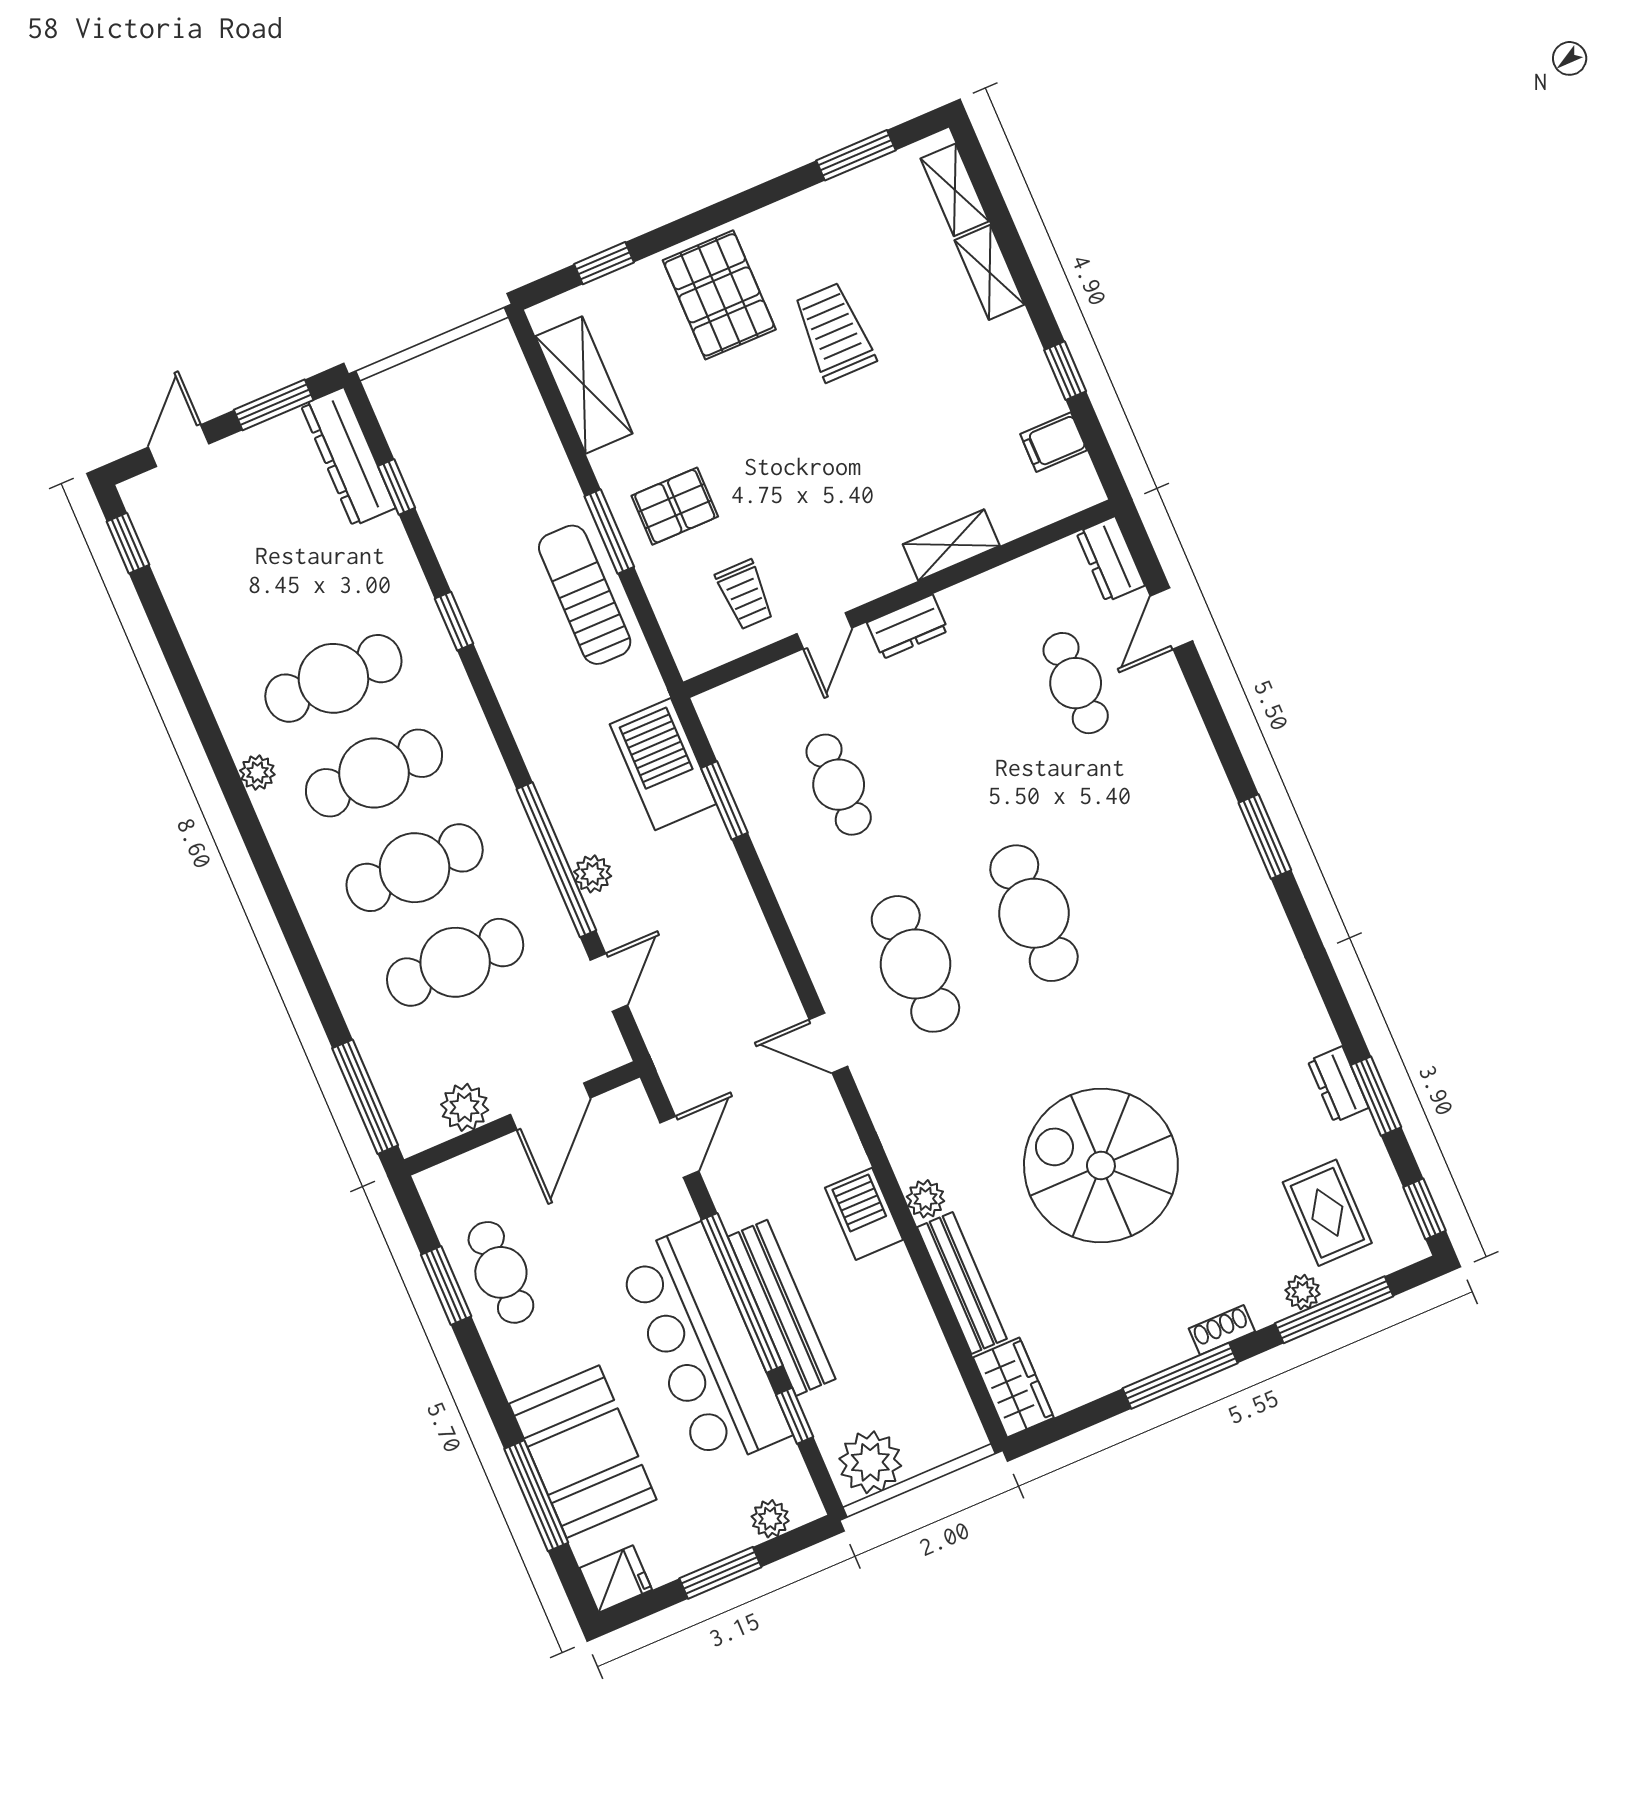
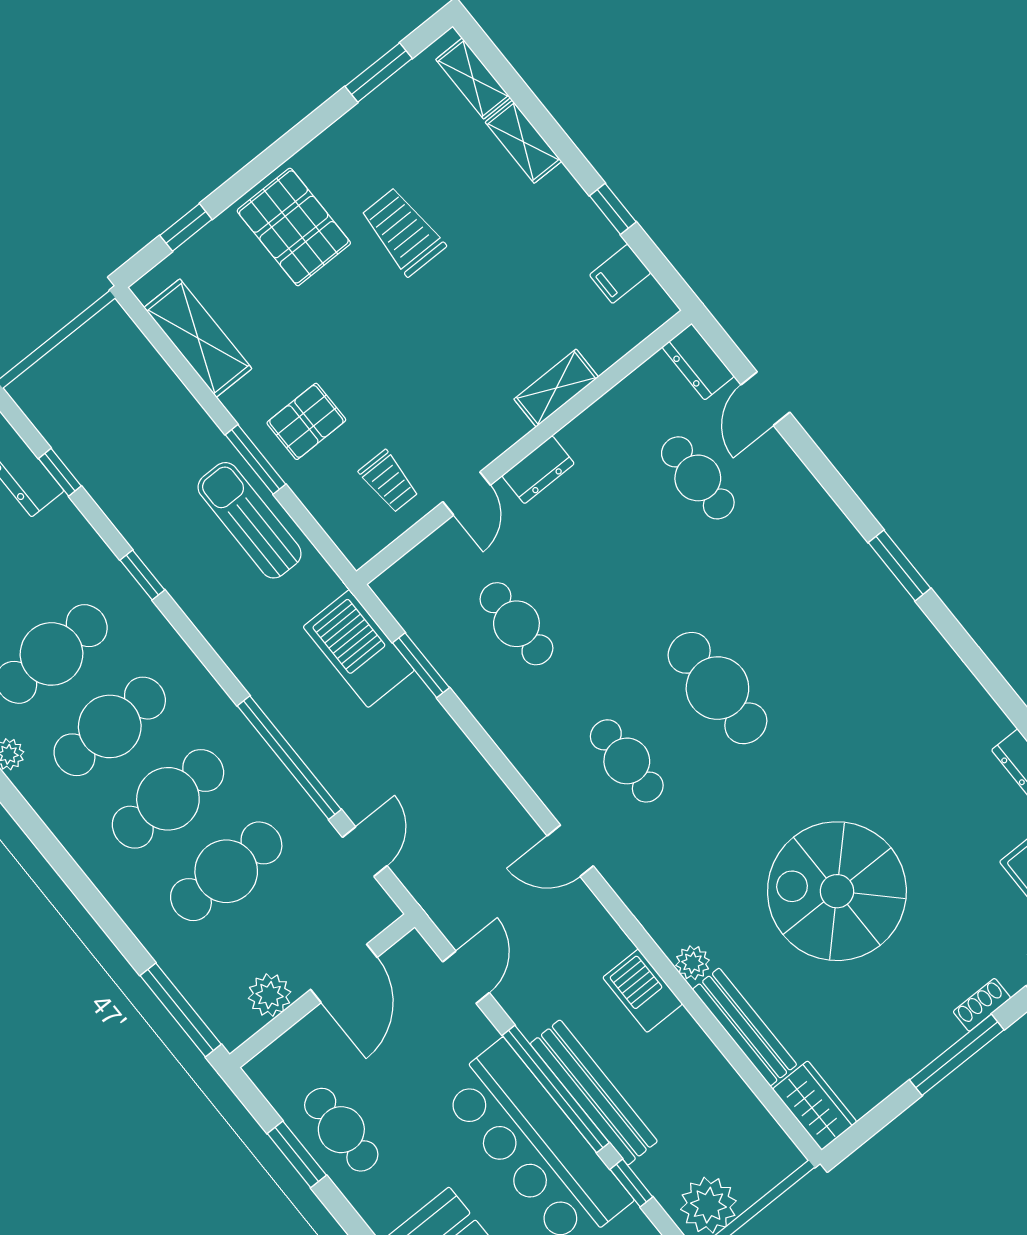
plant: (593, 874) -> (324, 761), removed
cafe table: (915, 964) -> (627, 761), width x0.73, depth x0.74

